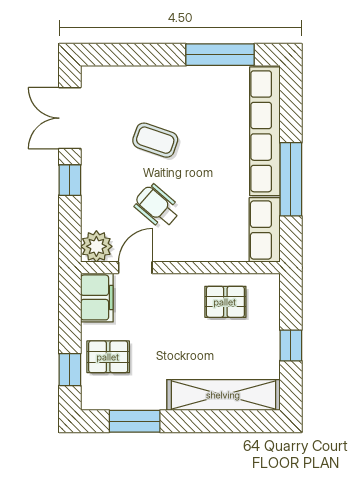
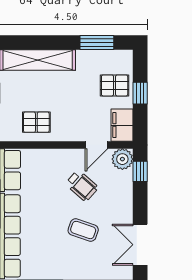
double door: (70, 118) -> (140, 245), swing flipped
window: (70, 180) -> (140, 171), moved
window: (70, 370) -> (140, 93), moved

